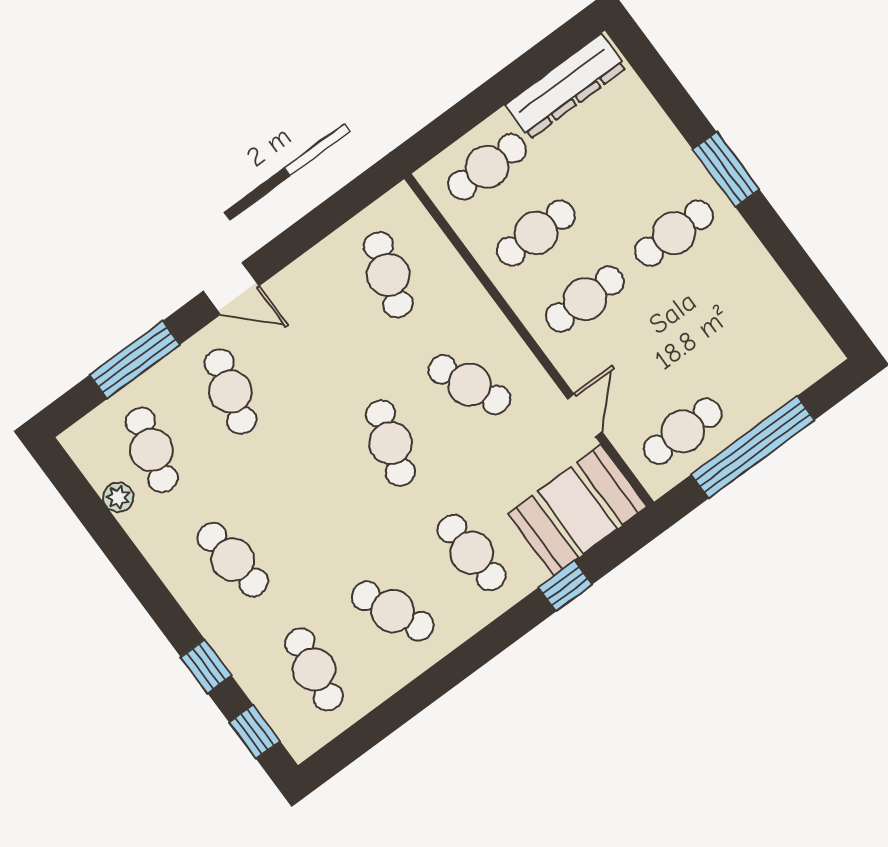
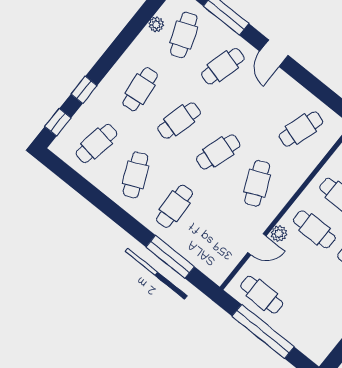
plant: (575, 369) -> (279, 234), added
cafe table: (152, 450) -> (184, 35), turned -36
cafe table: (312, 501) -> (179, 121), added
booth: (577, 510) -> (209, 253), removed
window: (565, 586) -> (170, 257), width x2.17

